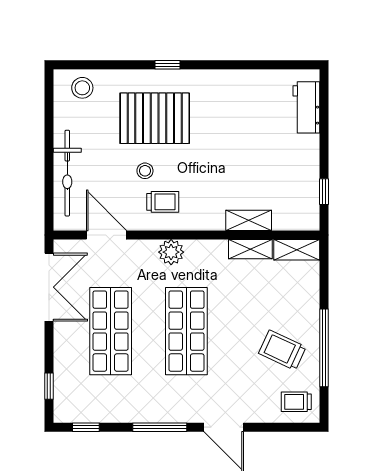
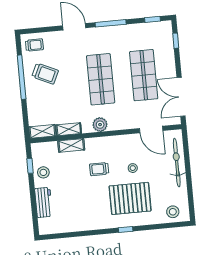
workbench: (306, 107) -> (44, 202), moved
stool: (302, 178) -> (43, 172), added
trolley: (163, 202) -> (99, 169), moved
plant: (171, 252) -> (100, 125), moved

